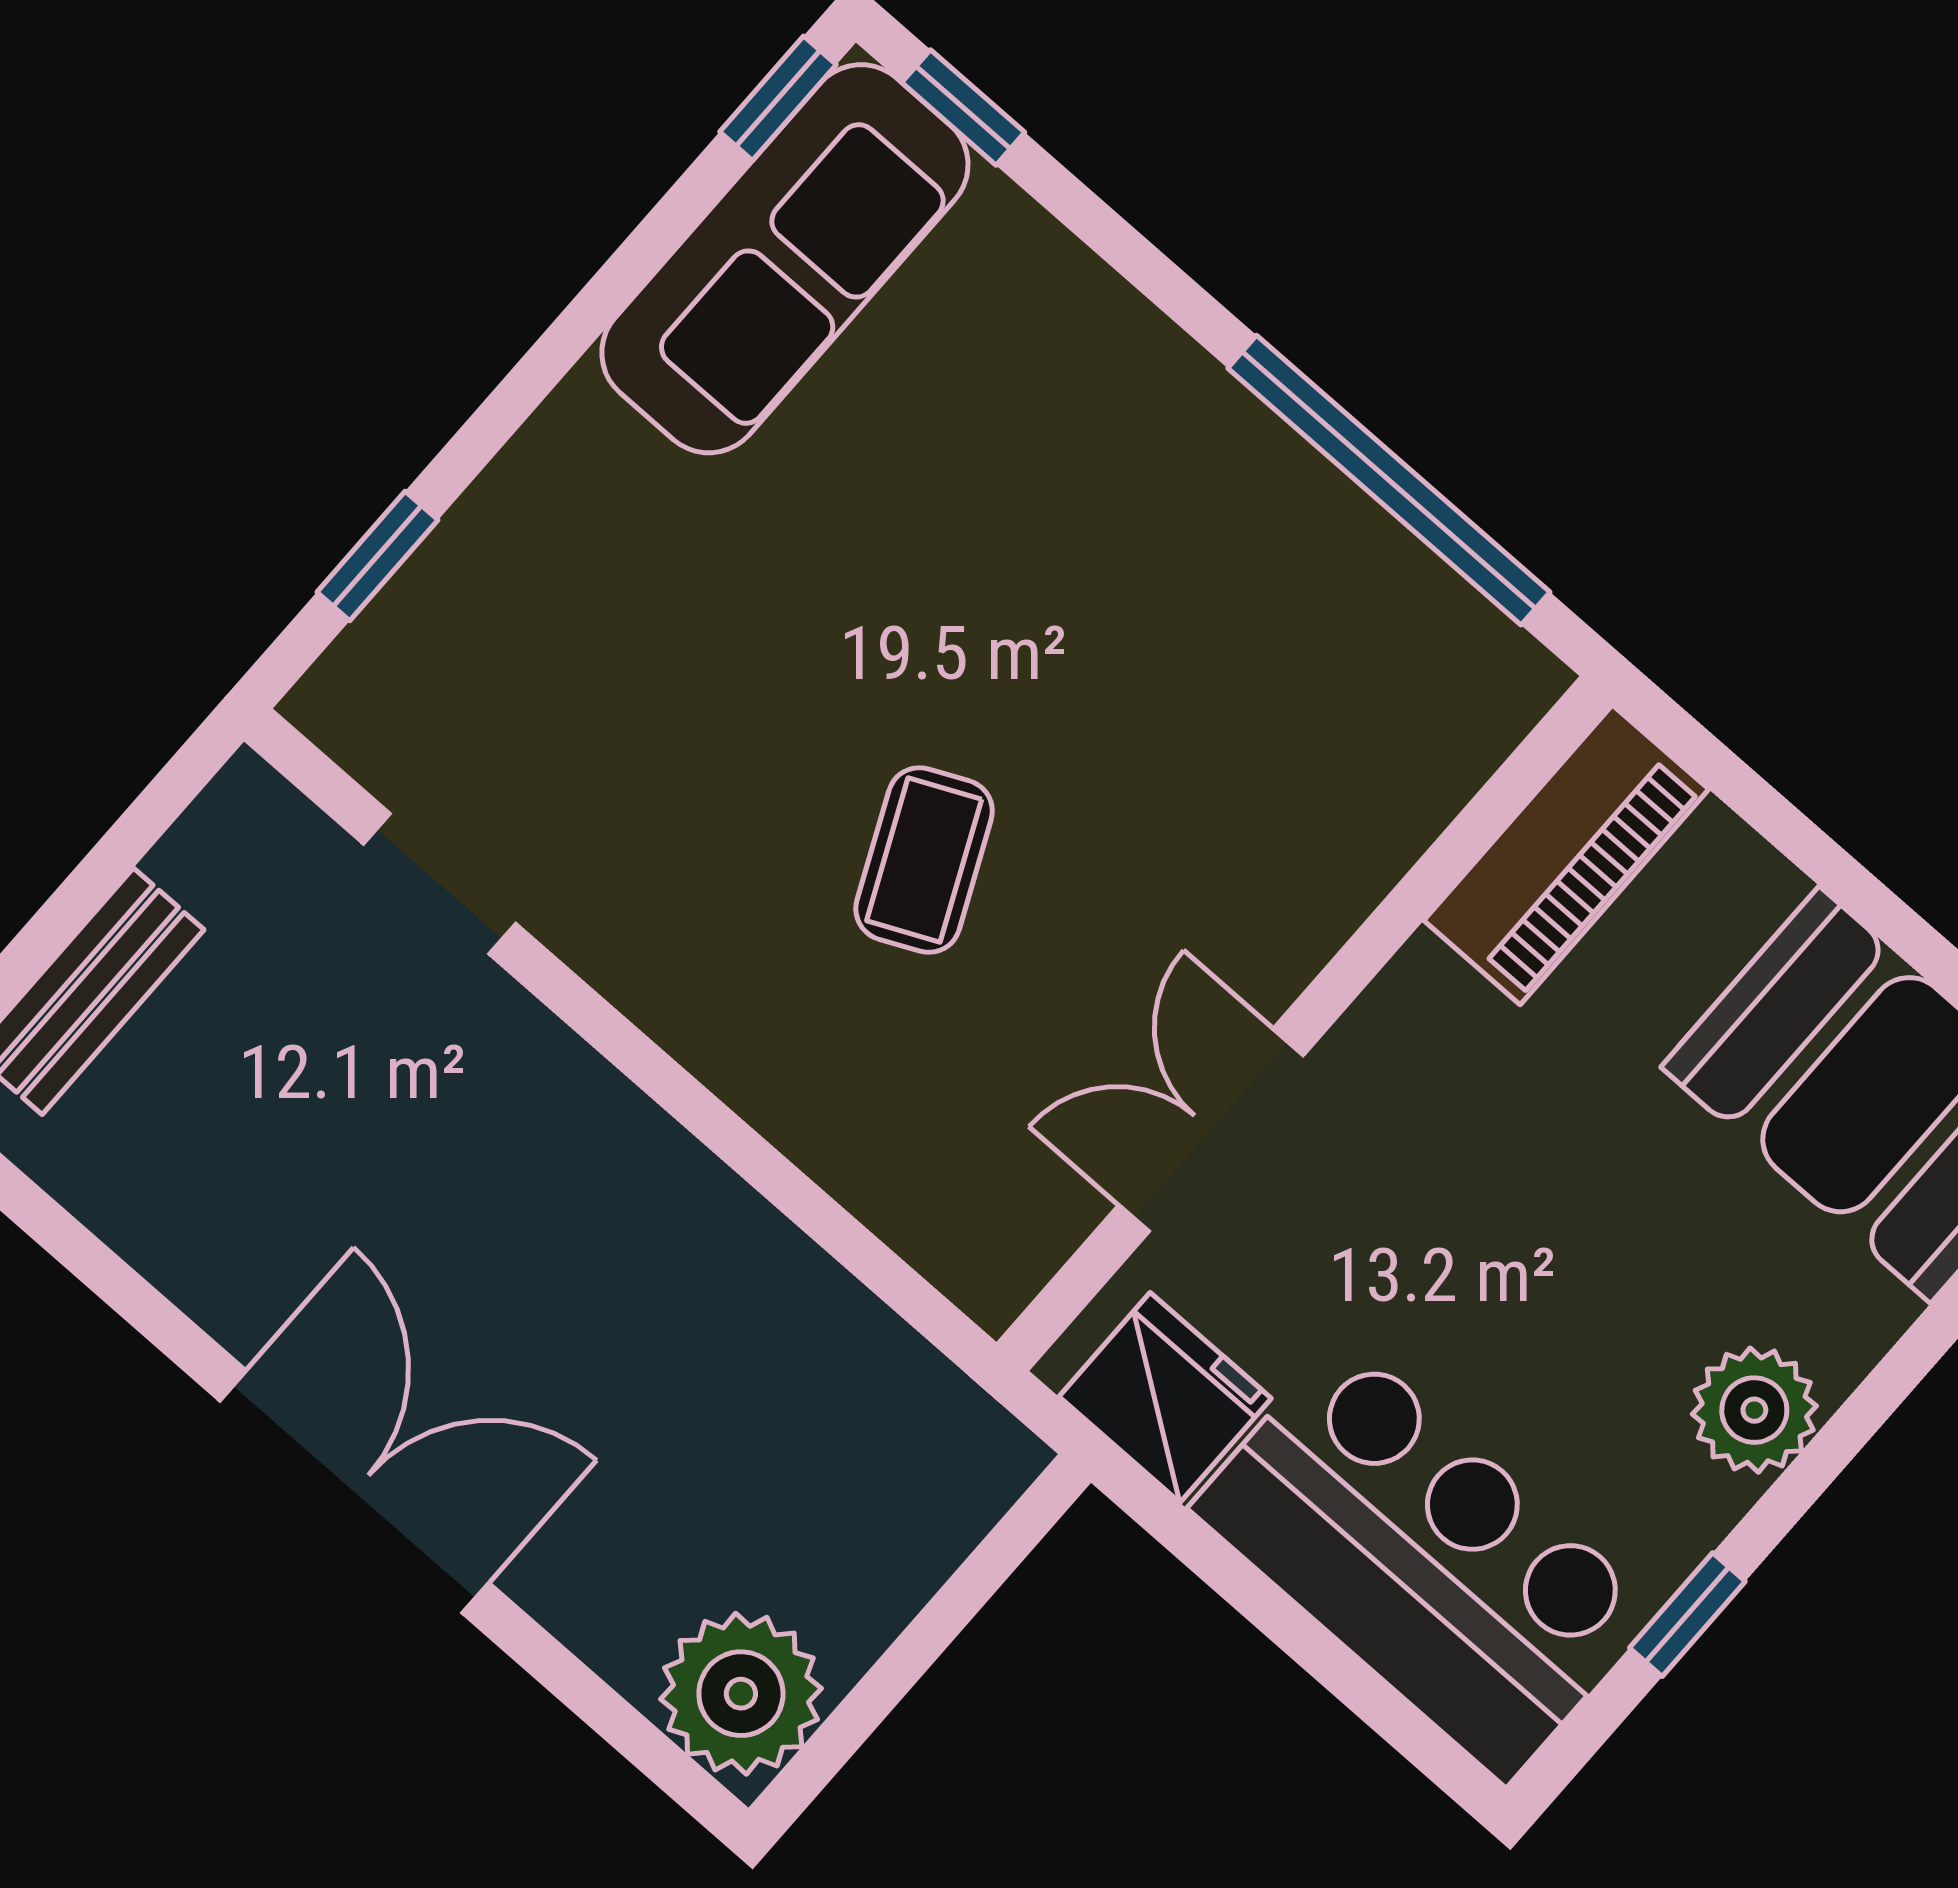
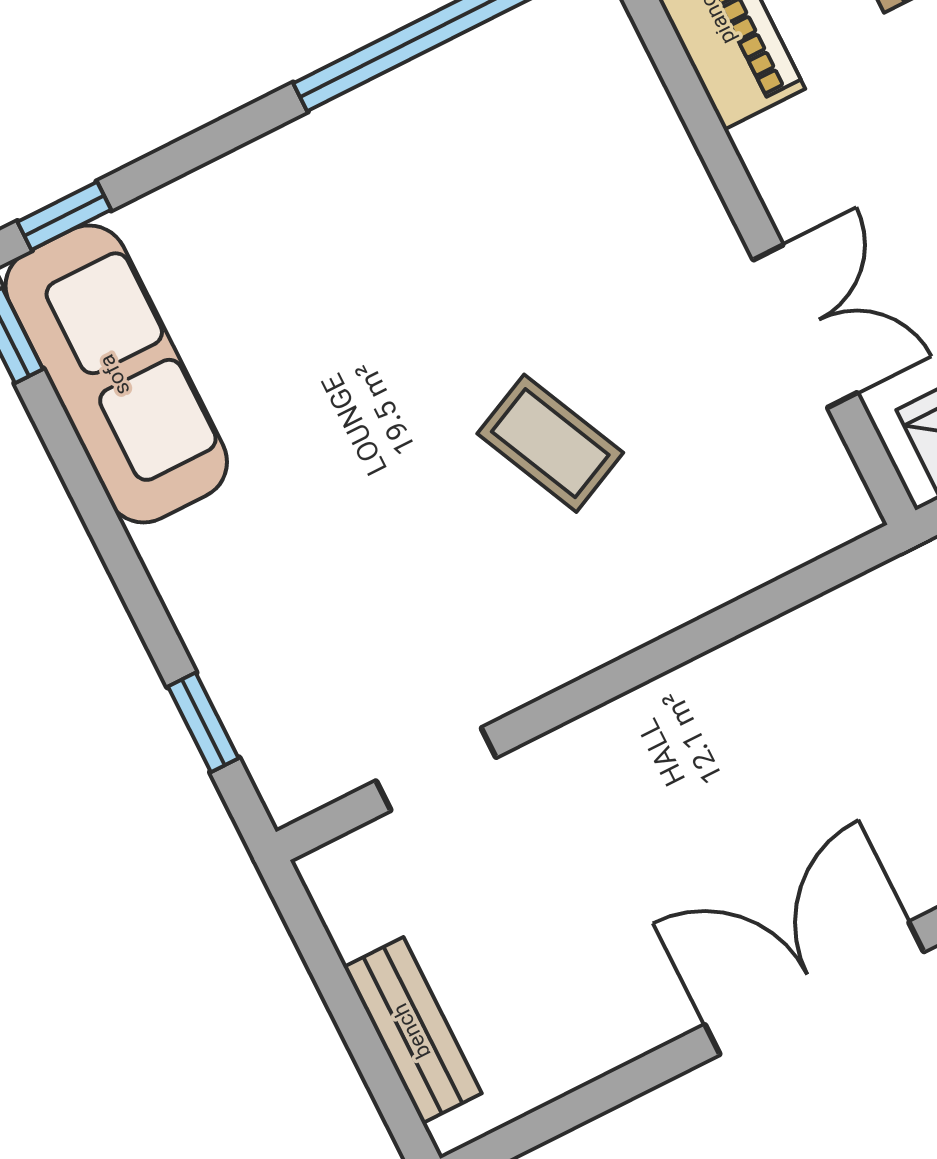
double door: (1211, 1130) -> (805, 326), swing flipped

